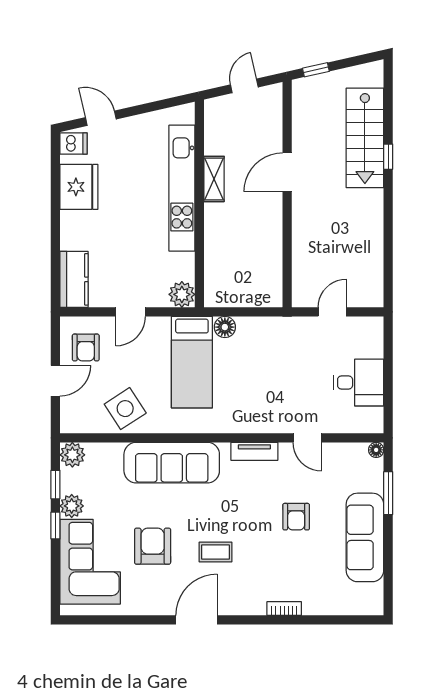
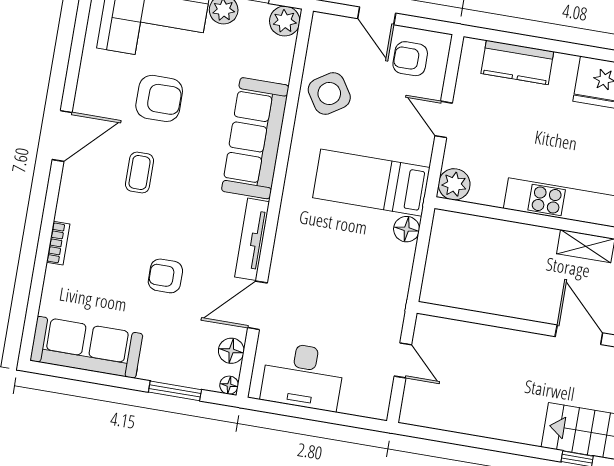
kitchen counter: (74, 279) -> (517, 62), moved
desk: (359, 382) -> (303, 376), width x1.37
door: (307, 438) -> (257, 305), width x1.38
tv unit: (254, 451) -> (252, 239), width x1.41
floor lamp: (348, 453) -> (231, 351), added
sofa: (365, 537) -> (86, 347), moved
door: (196, 620) -> (62, 136), hinge flipped

